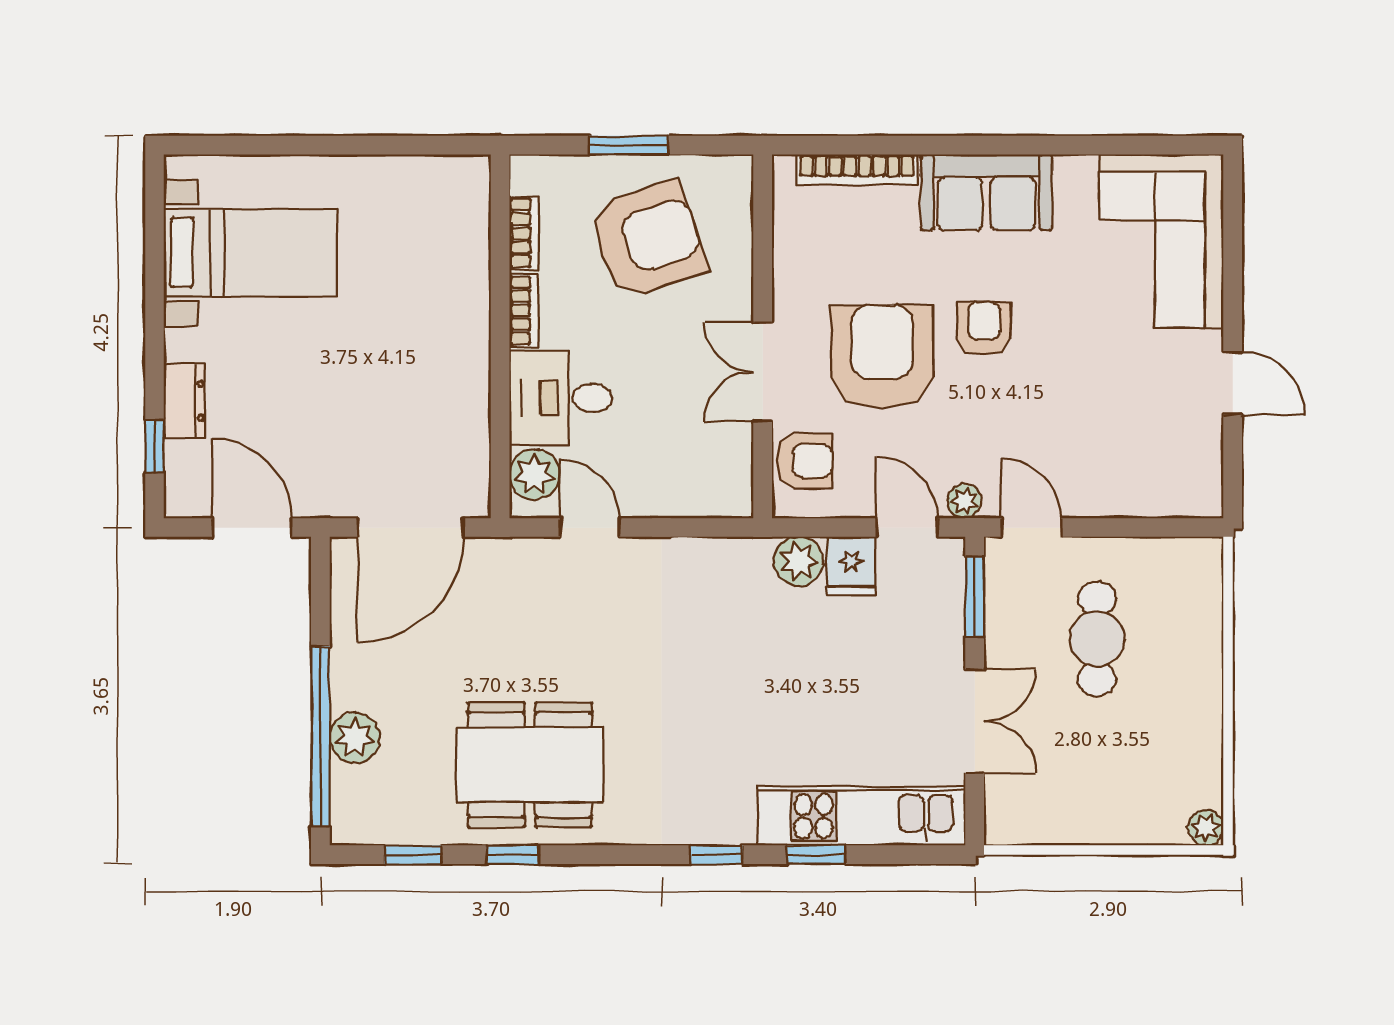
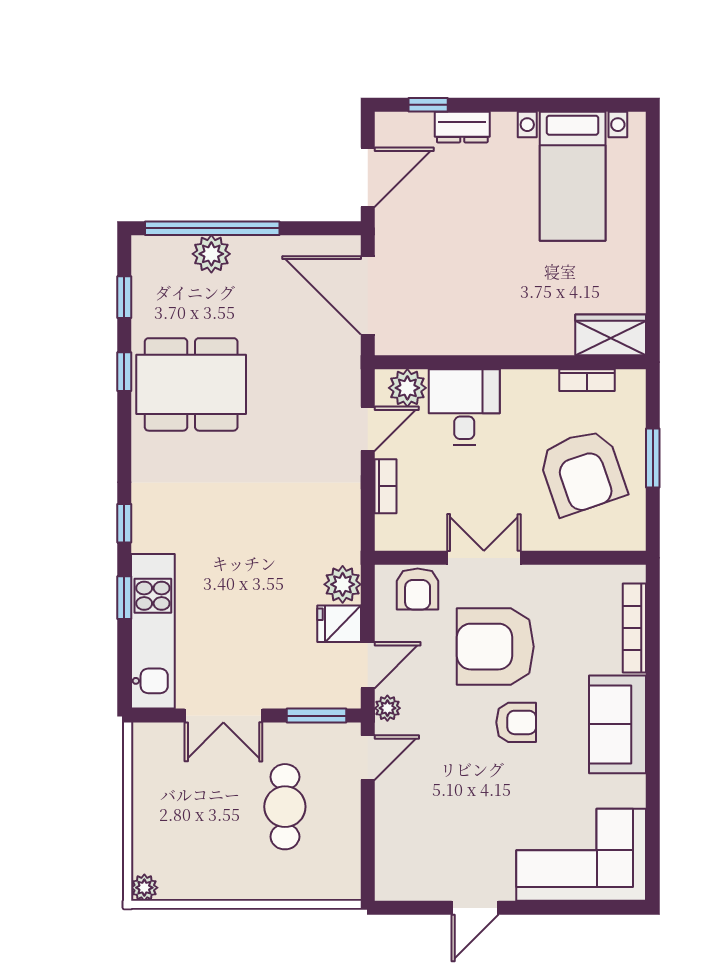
wardrobe: (463, 202) -> (611, 335), added
bookcase: (524, 310) -> (386, 486), moved, turned -90
armchair: (882, 356) -> (495, 647), turned 180
cafe table: (1097, 639) -> (285, 807), turned 90
dining table: (530, 765) -> (191, 384), turned 90

